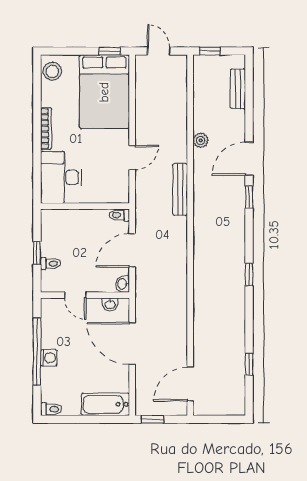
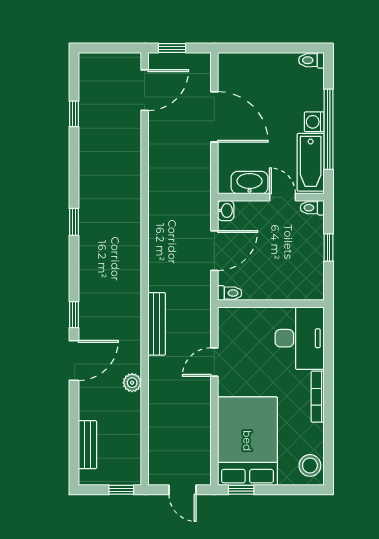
toilet: (50, 263) -> (312, 208), moved
washbasin: (110, 304) -> (250, 183), width x1.91, depth x1.45
door: (132, 344) -> (214, 117), moved
bathtub: (105, 404) -> (311, 162), moved, turned 90
window: (152, 419) -> (172, 48), moved

